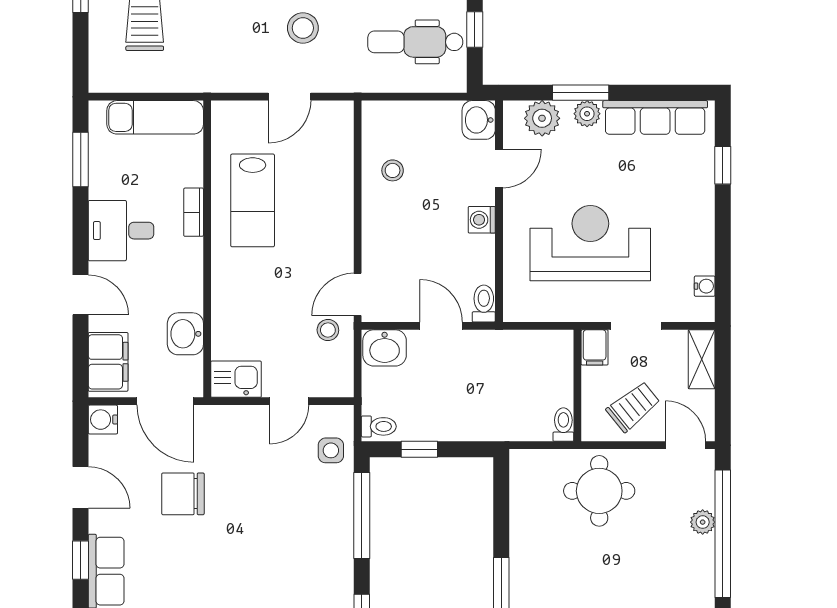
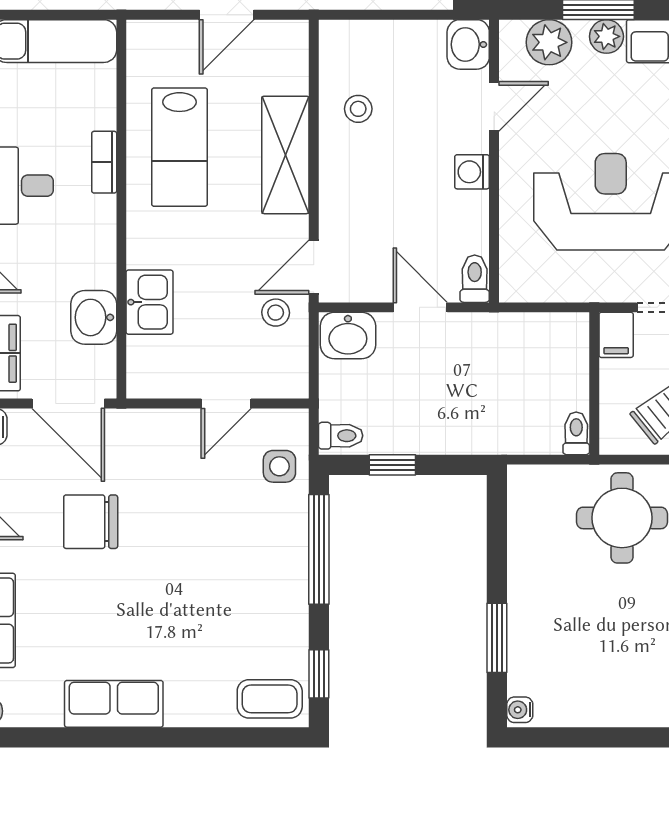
shelving: (336, 206) -> (285, 155), added
kitchen sink: (236, 379) -> (150, 302), moved, turned 90

